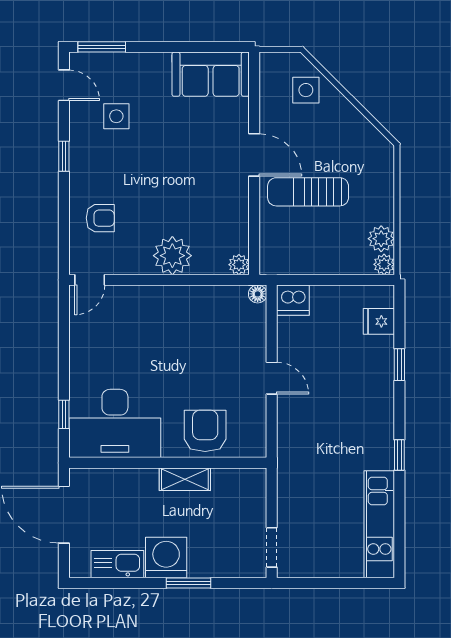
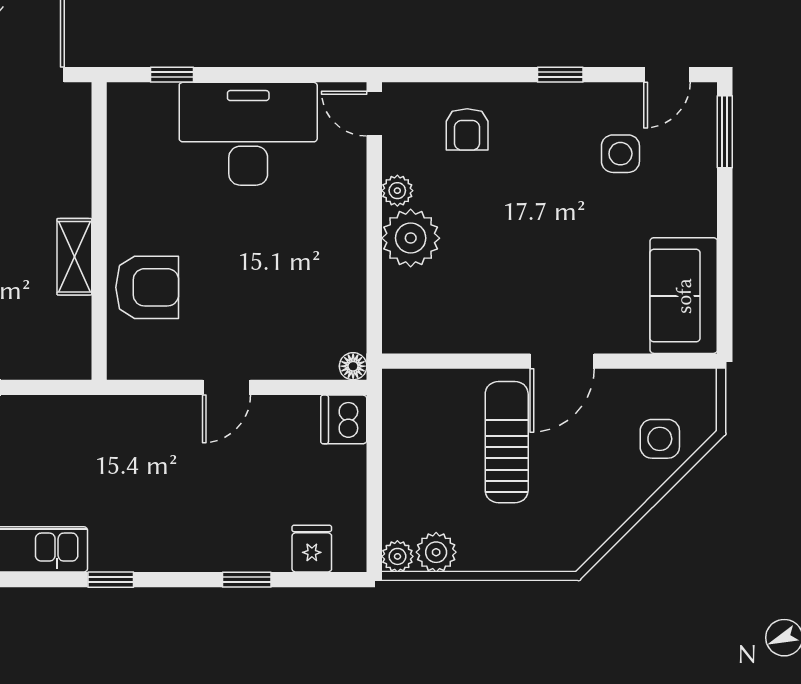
plant: (239, 265) -> (397, 191), moved
desk: (115, 423) -> (248, 134), moved, turned 90

